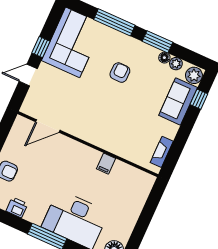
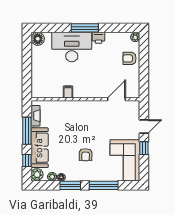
sofa: (178, 101) -> (40, 148), width x1.36
window: (182, 138) -> (27, 131), added
printer: (17, 207) -> (99, 38), moved

